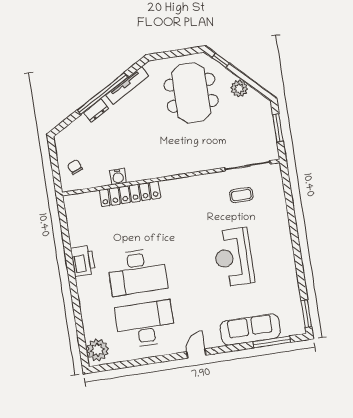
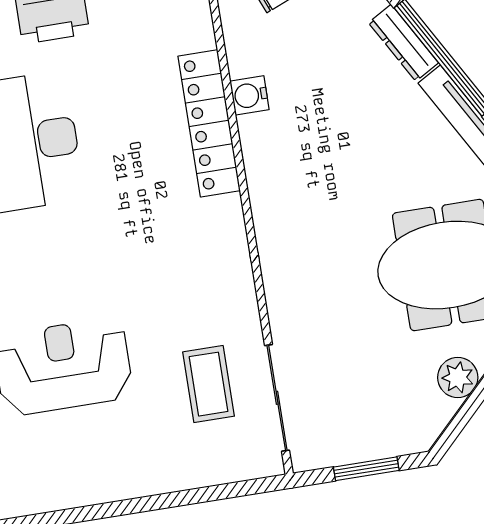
dresser: (96, 111) -> (403, 43), width x1.44
coffee table: (241, 195) -> (209, 384), width x1.36, depth x1.30

